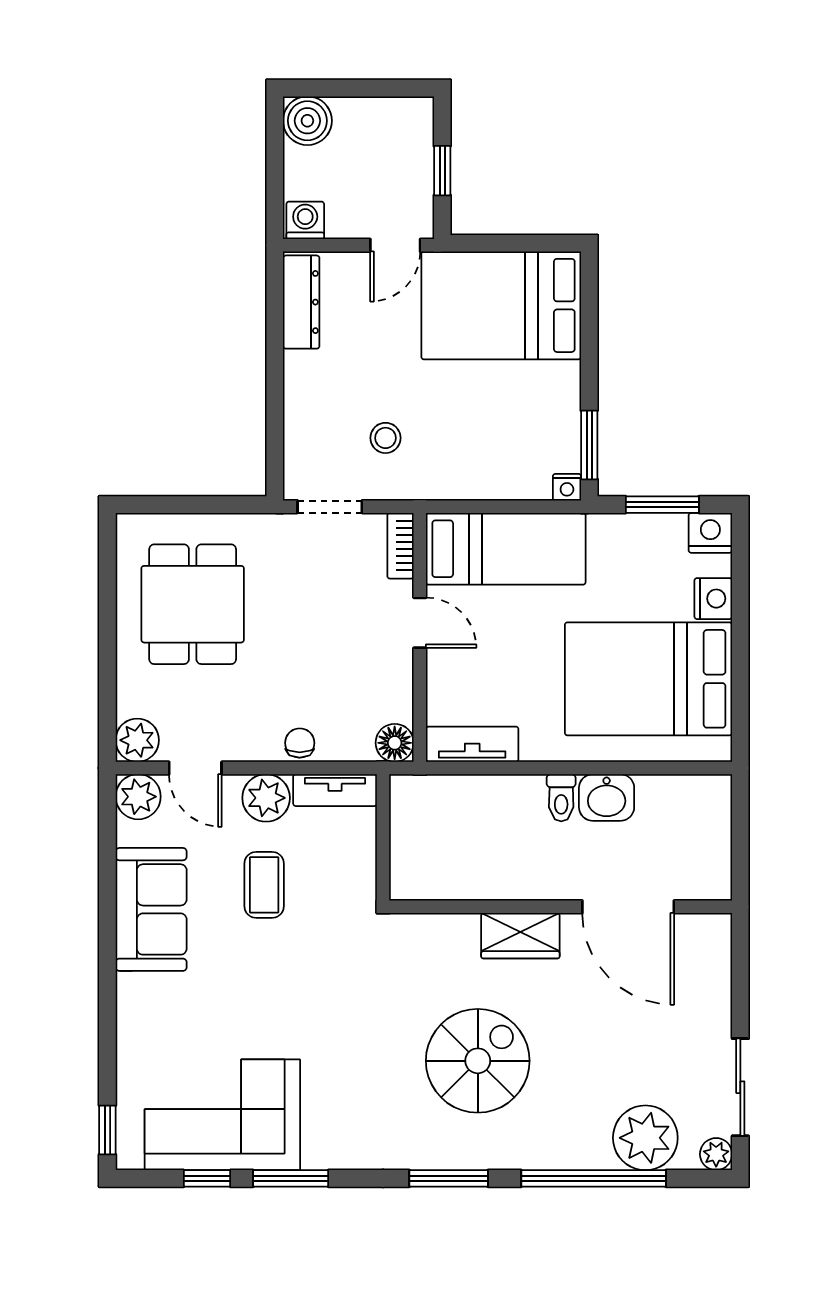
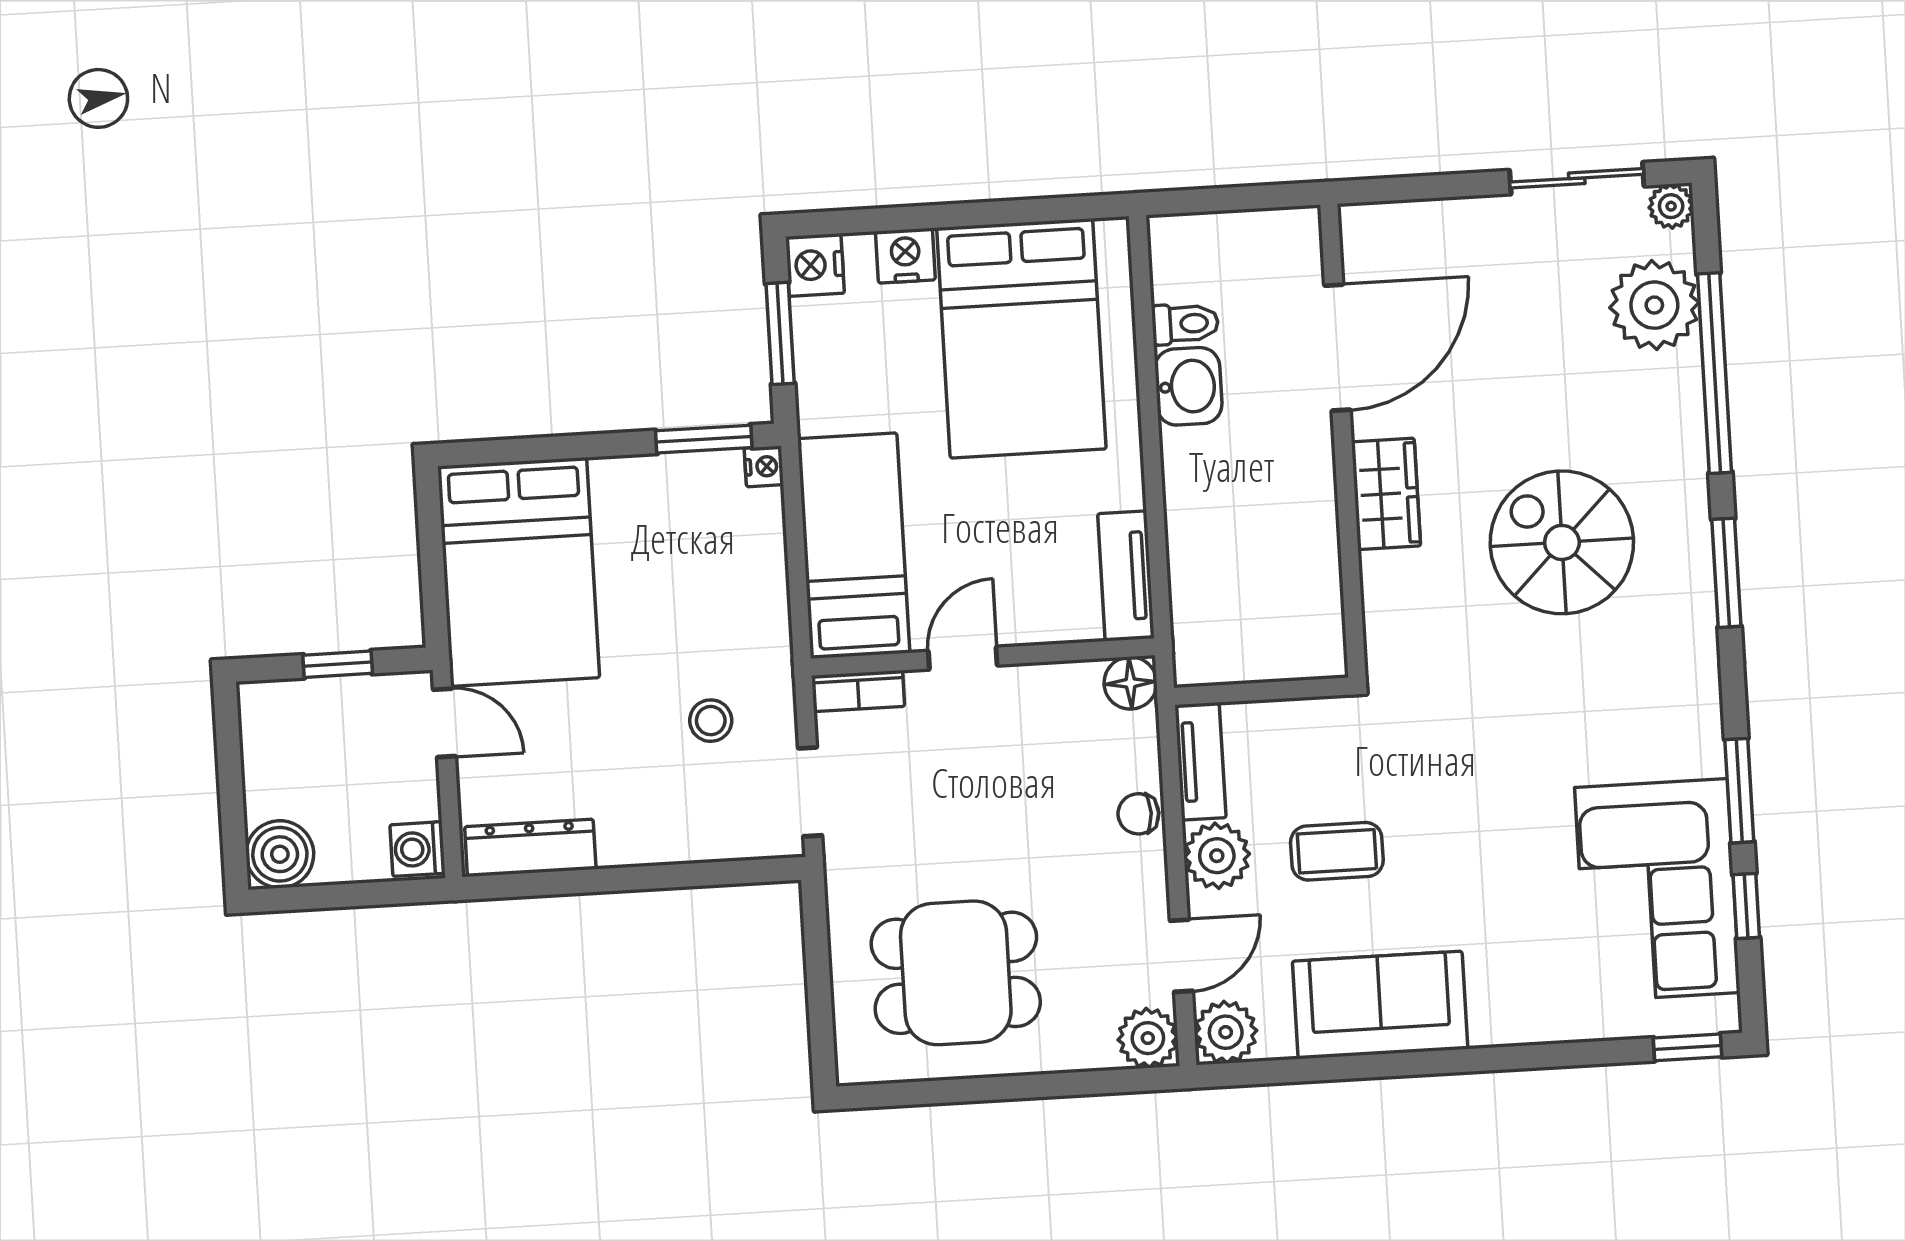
toilet: (561, 798) -> (1185, 324), moved

